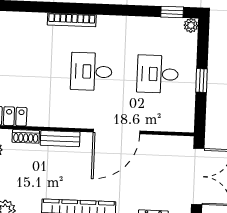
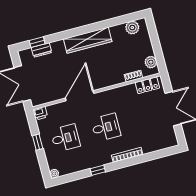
window: (172, 12) -> (98, 170), moved
printer: (184, 123) -> (40, 113), added
bench: (60, 139) -> (112, 81), removed

